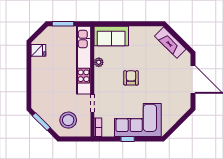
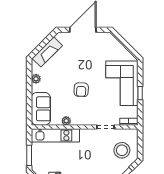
plant: (142, 31) -> (36, 79), added
kitchen unit: (84, 60) -> (55, 135), width x0.73
armchair: (131, 78) -> (81, 90), turned -87

